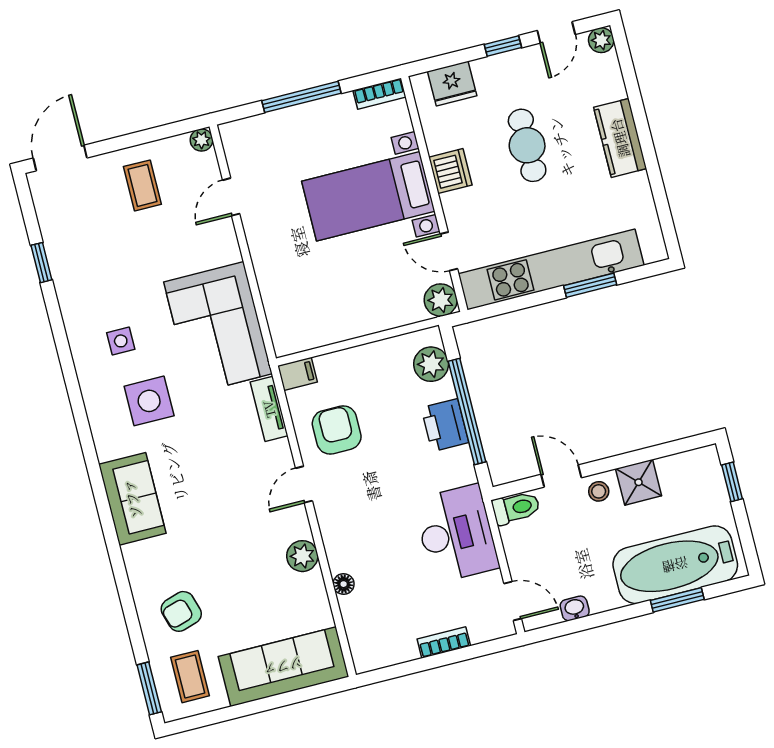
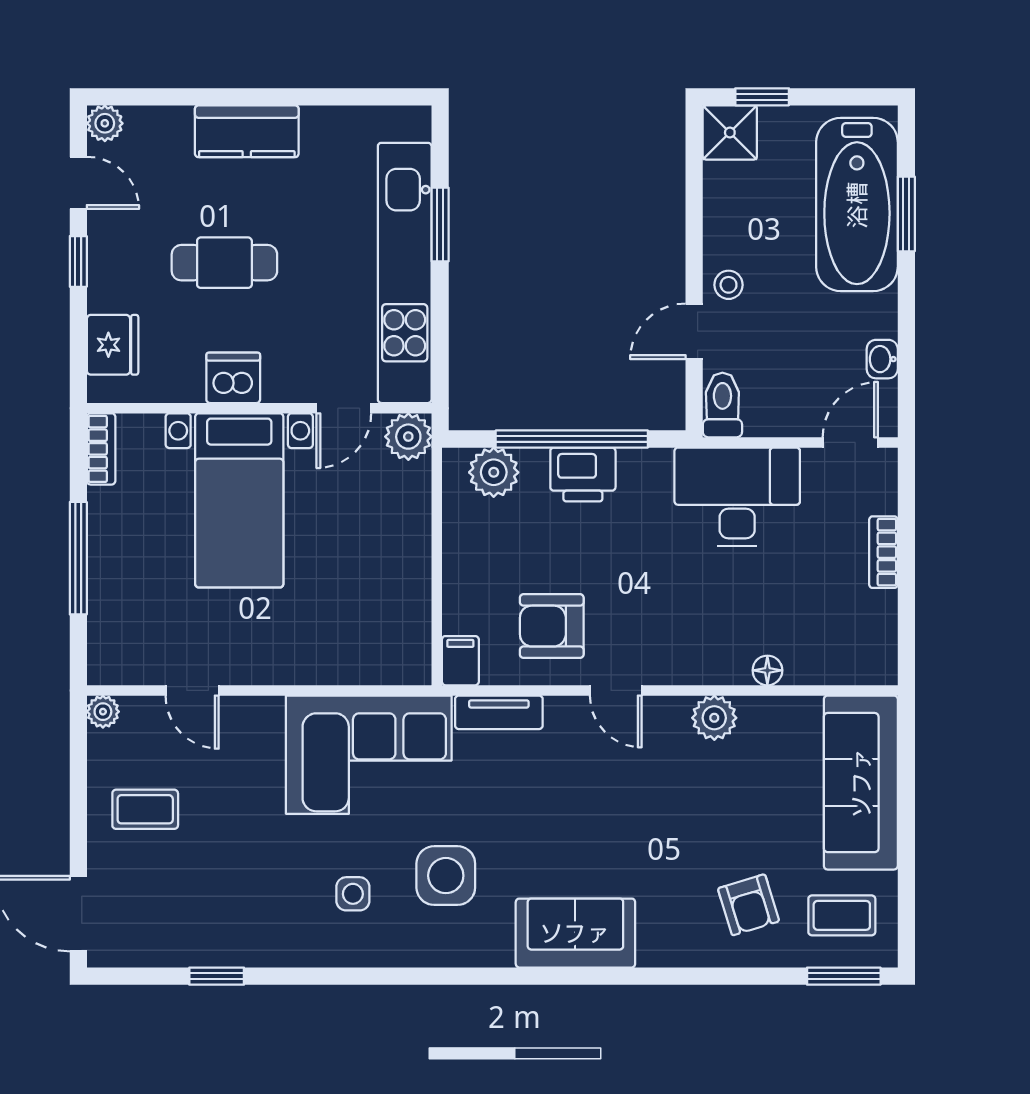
shower: (639, 482) -> (730, 133), moved

